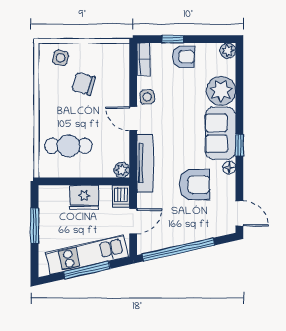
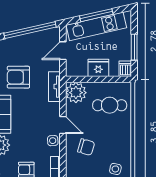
chair: (84, 84) -> (86, 147), moved
tv unit: (145, 163) -> (54, 87), width x0.71
plant: (122, 170) -> (76, 93), width x1.88, depth x1.88
dishwasher: (121, 196) -> (125, 69), moved

